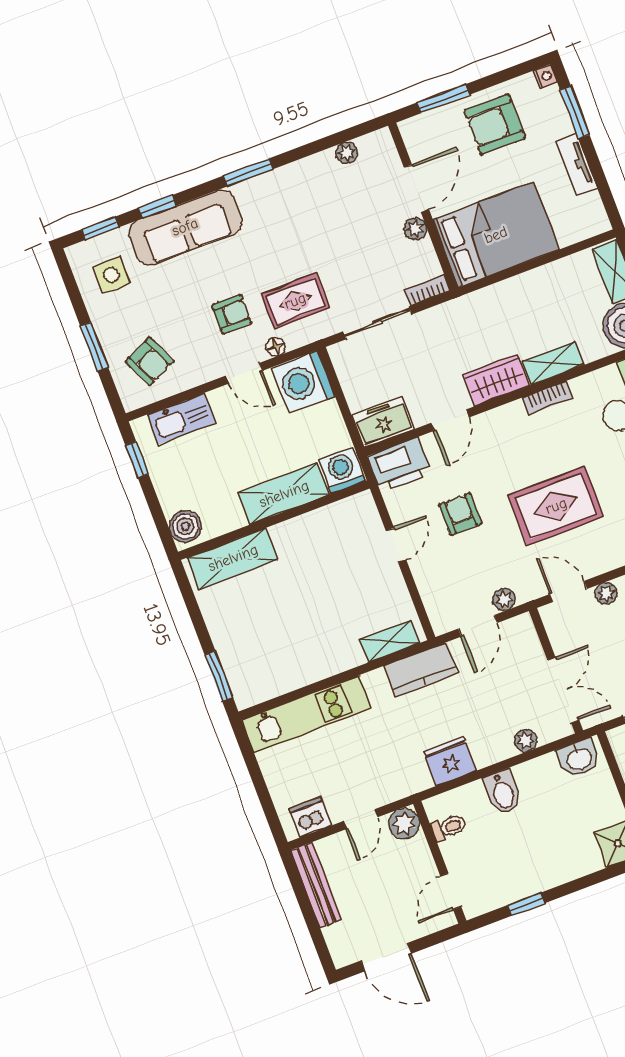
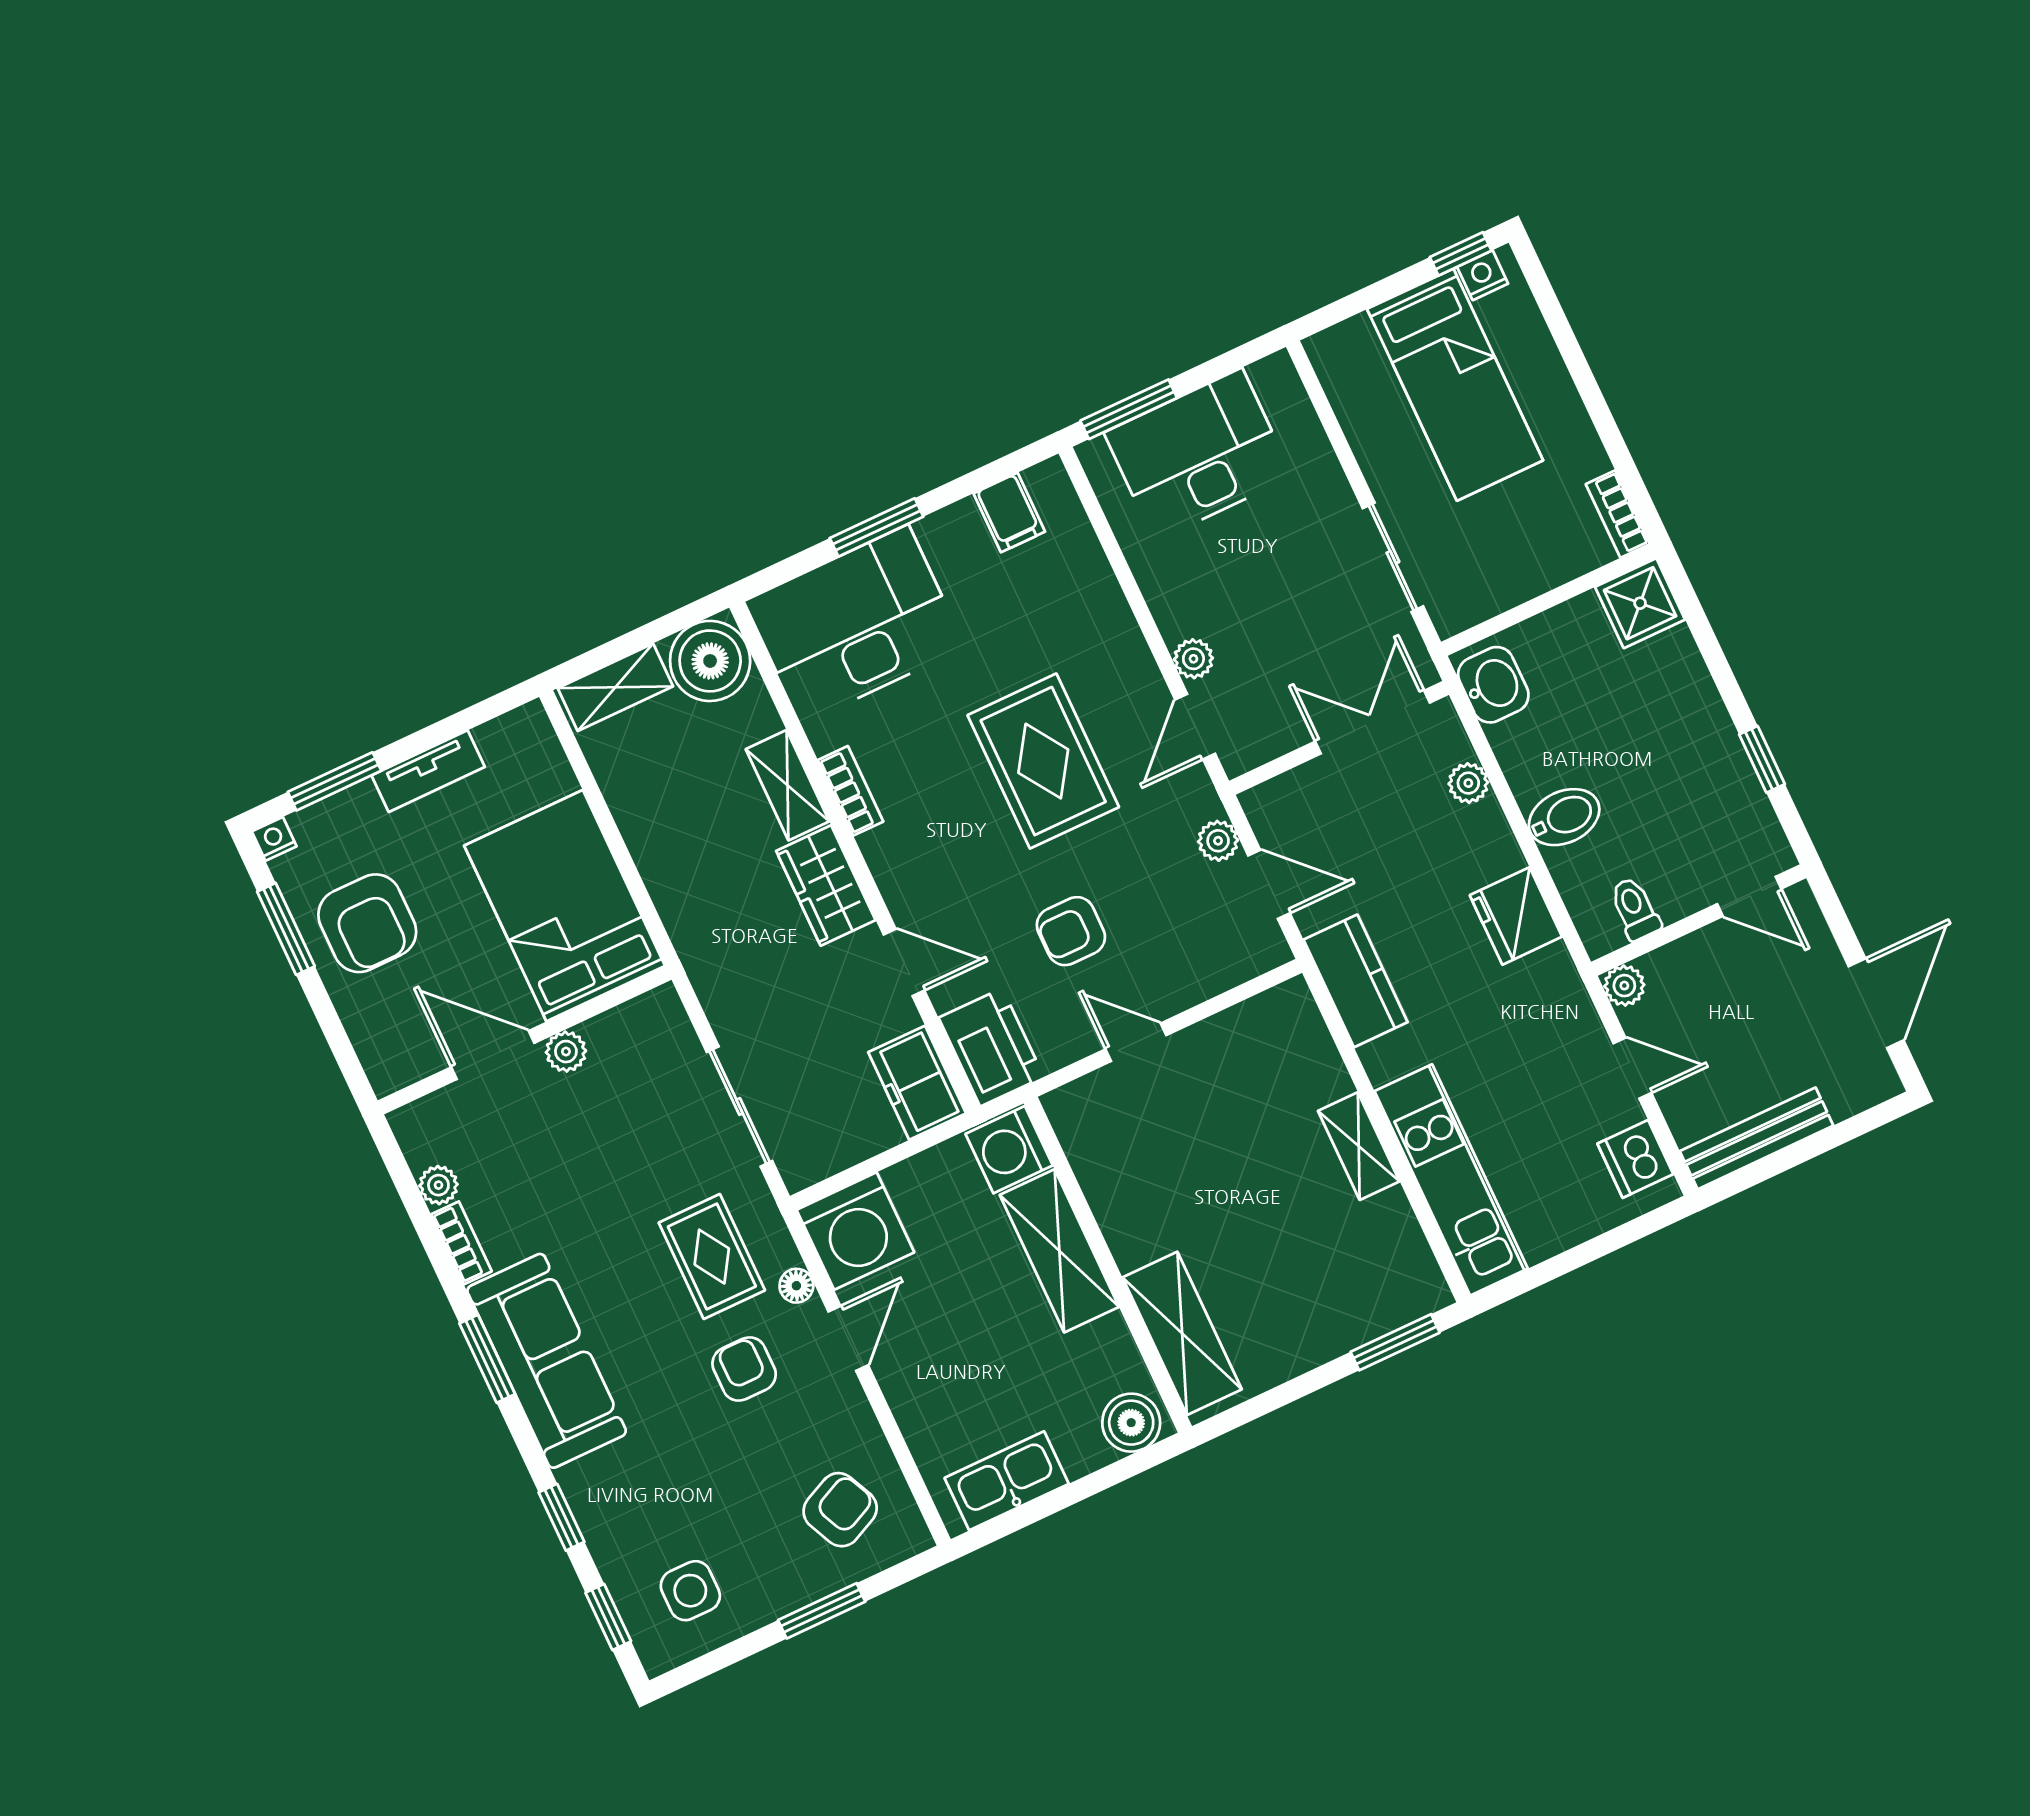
window: (443, 99) -> (286, 929), moved
sofa: (185, 227) -> (547, 1361), moved
bookcase: (427, 290) -> (461, 1243), moved, turned 180
kitchen sink: (181, 419) -> (1007, 1481), moved, turned -90
window: (137, 460) -> (1018, 1519), removed
shelving: (389, 641) -> (1359, 1146), moved
plant: (404, 824) -> (1624, 986), width x0.73, depth x0.73

